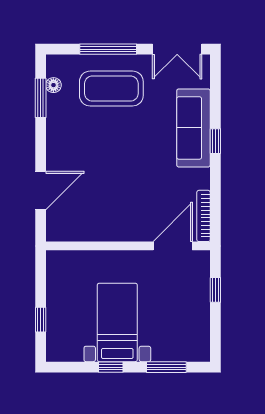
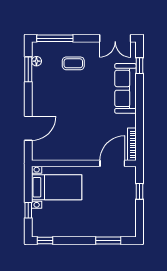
window: (108, 49) -> (55, 38), moved
coffee table: (111, 89) -> (73, 63), width x0.54, depth x0.58
window: (215, 141) -> (139, 66), moved
bed with nightstands: (117, 322) -> (57, 187), moved, turned 90
window: (111, 367) -> (45, 240), moved

